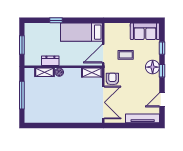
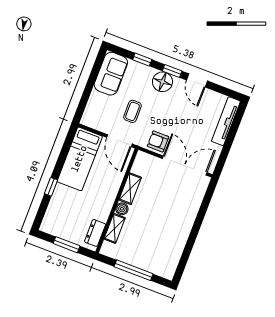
dresser: (50, 61) -> (95, 233), moved
shelving: (92, 73) -> (130, 189), moved
door: (162, 100) -> (197, 80), moved

